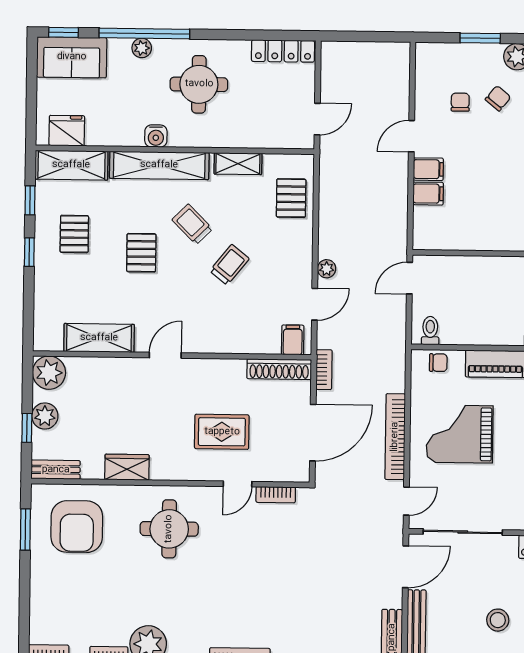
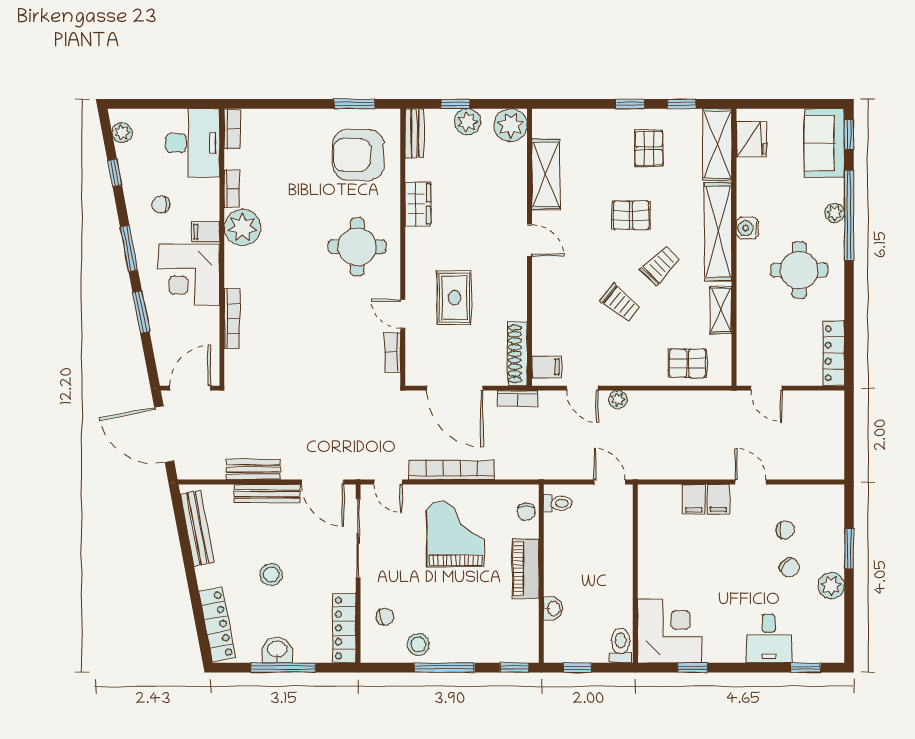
pallet: (74, 234) -> (649, 148), turned 90

